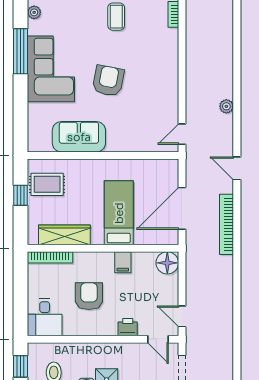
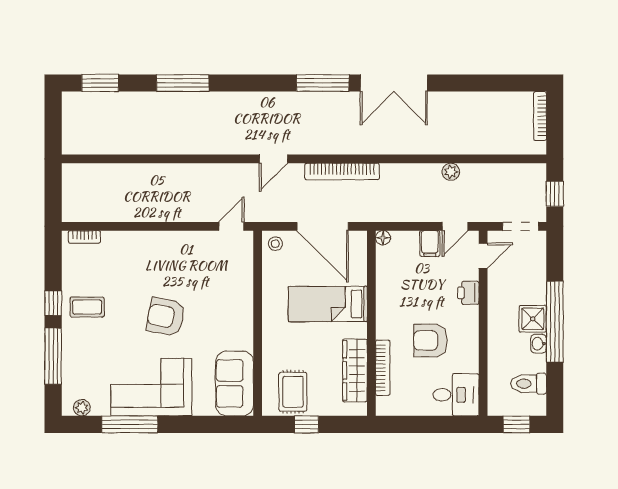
plant: (226, 106) -> (451, 172), moved
door: (182, 134) -> (231, 226), swing flipped
sofa: (79, 137) -> (235, 383), moved
stool: (168, 170) -> (275, 244), added
bookcase: (50, 257) -> (383, 368), moved
filing cabinet: (123, 262) -> (430, 244), moved, turned 90
floor lamp: (167, 263) -> (383, 238), width x0.53, depth x0.53

